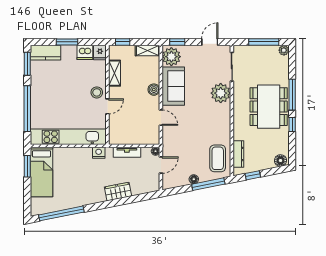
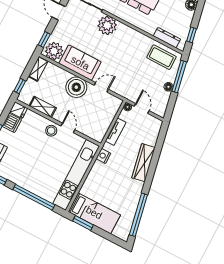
boiler: (154, 90) -> (76, 87), width x1.86, depth x1.86
wardrobe: (118, 192) -> (143, 163), width x1.50

